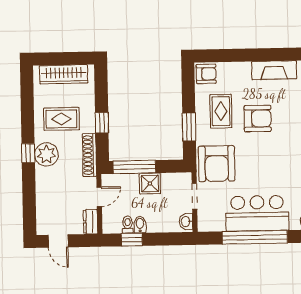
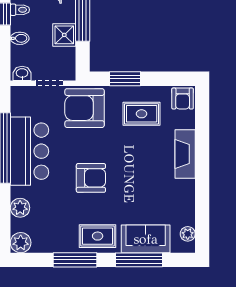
fireplace: (274, 70) -> (185, 154), moved
armchair: (258, 118) -> (91, 178), moved, turned -90
bidet: (140, 225) -> (20, 38), moved

